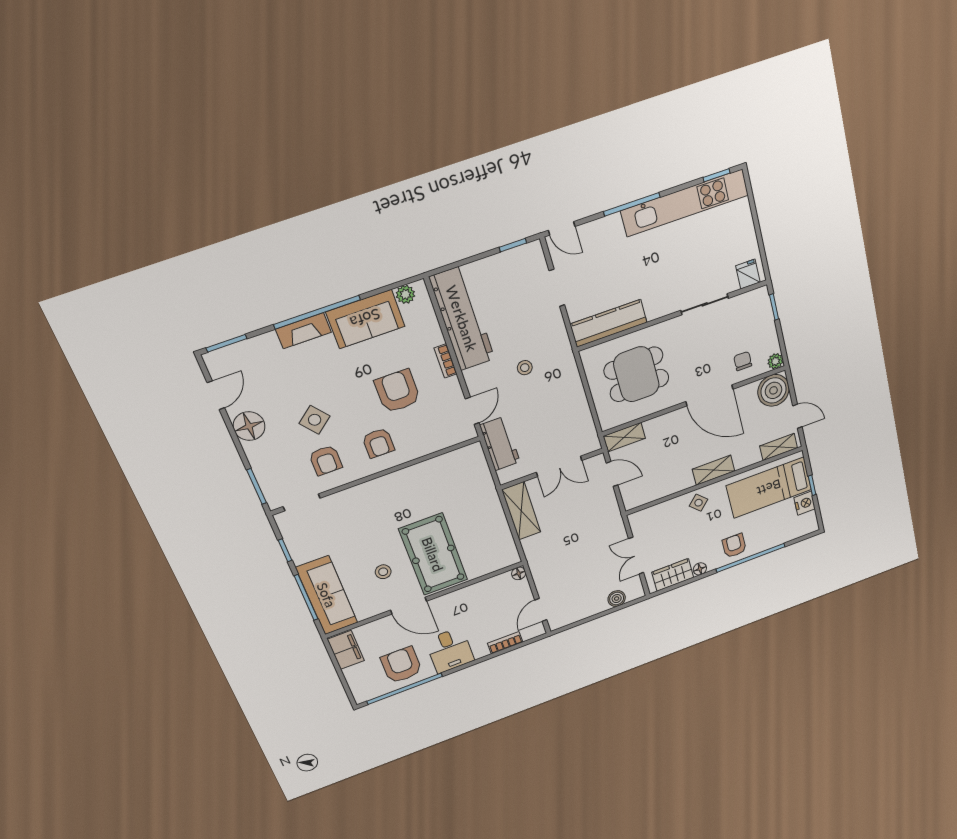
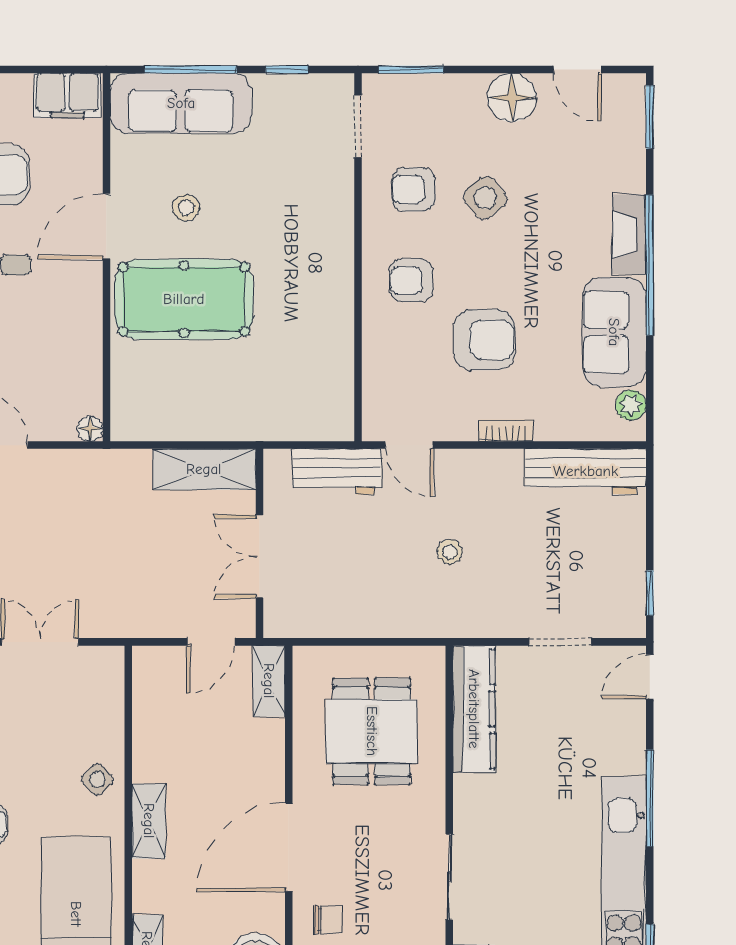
workbench: (462, 318) -> (586, 471), width x0.73, depth x0.76

